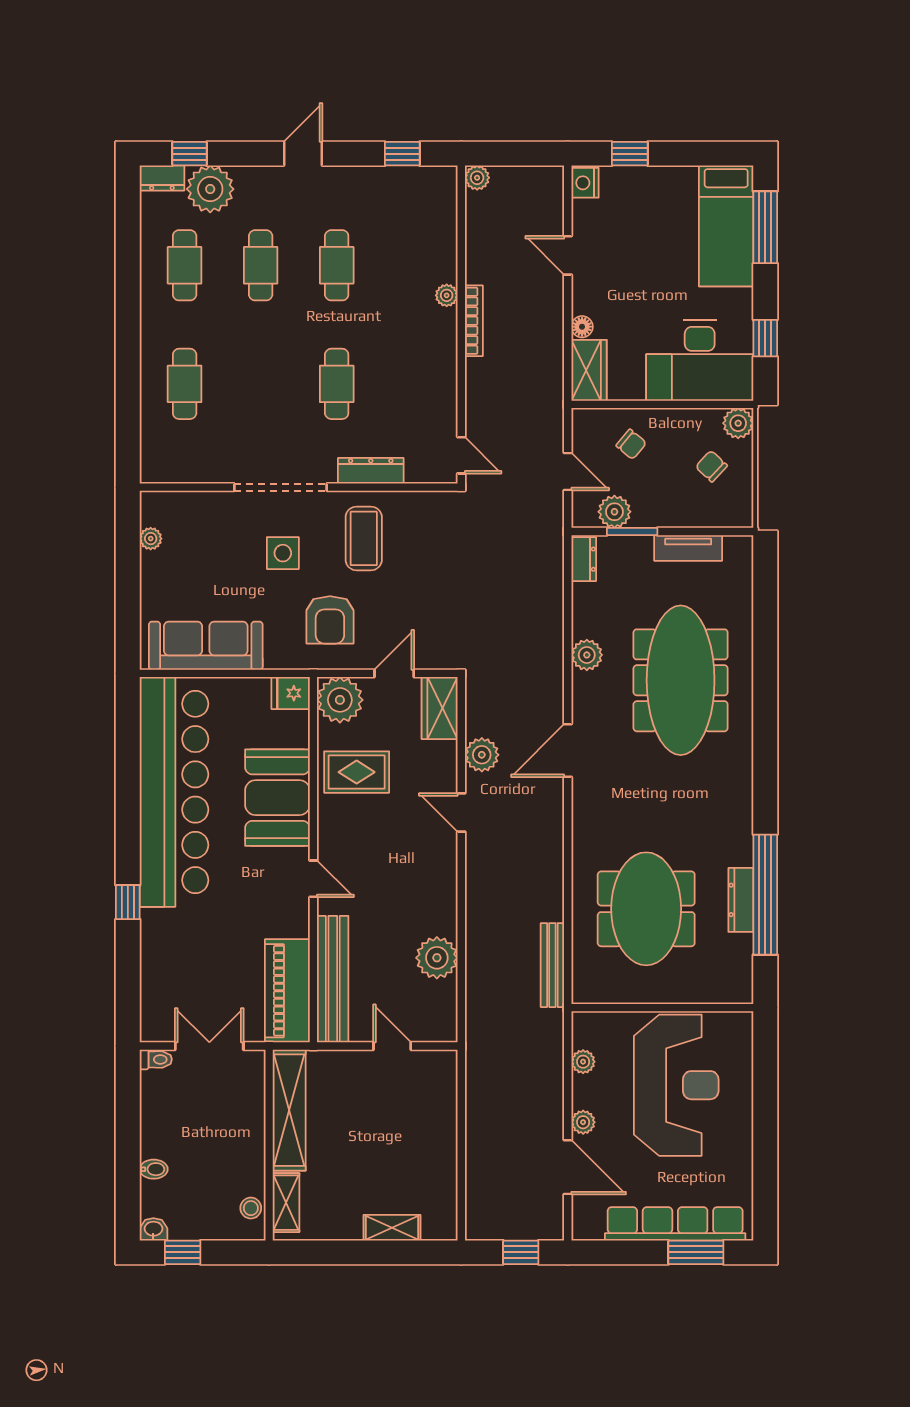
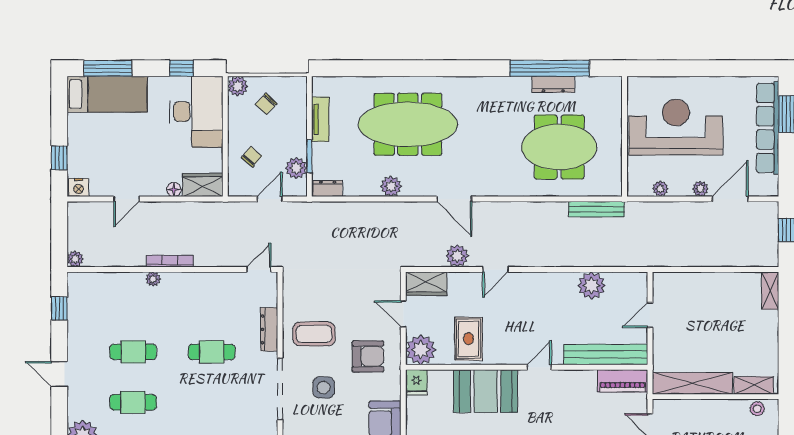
piano: (287, 991) -> (623, 381), width x0.73, depth x0.75
shelving: (392, 1228) -> (770, 291), moved

